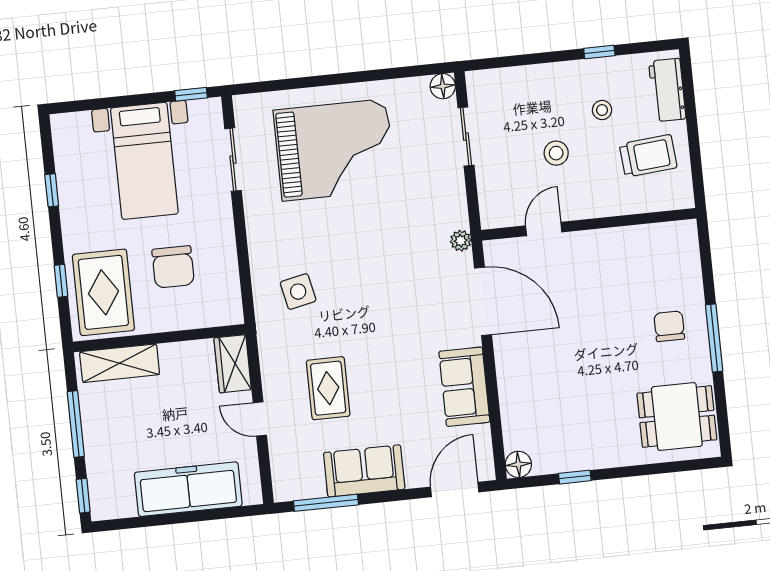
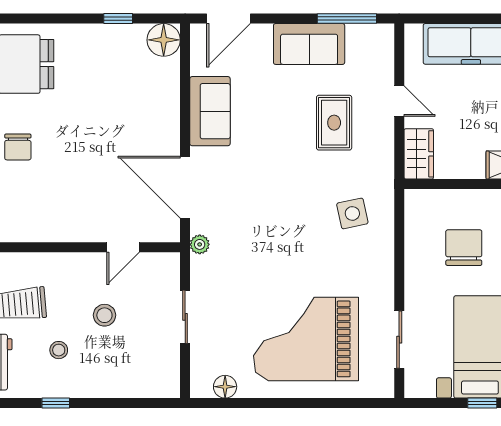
floor lamp: (443, 86) -> (225, 387), moved
window: (191, 94) -> (482, 403), moved
sliding door: (466, 137) -> (185, 317), moved
floor lamp: (518, 464) -> (164, 40), width x1.38, depth x1.38

